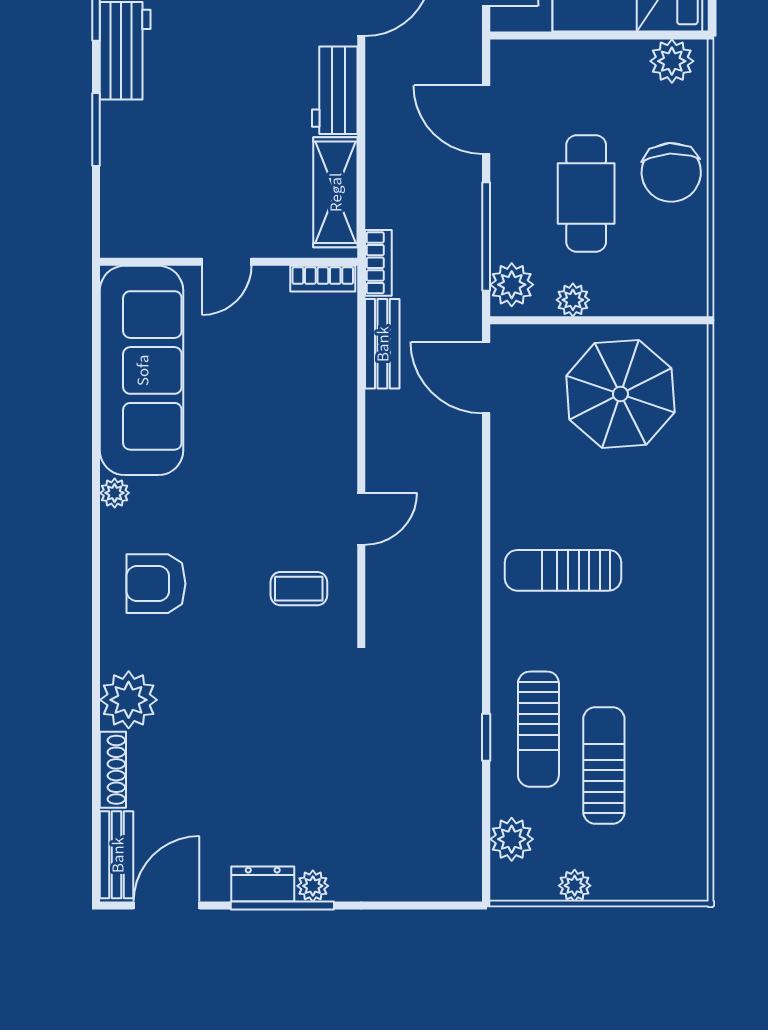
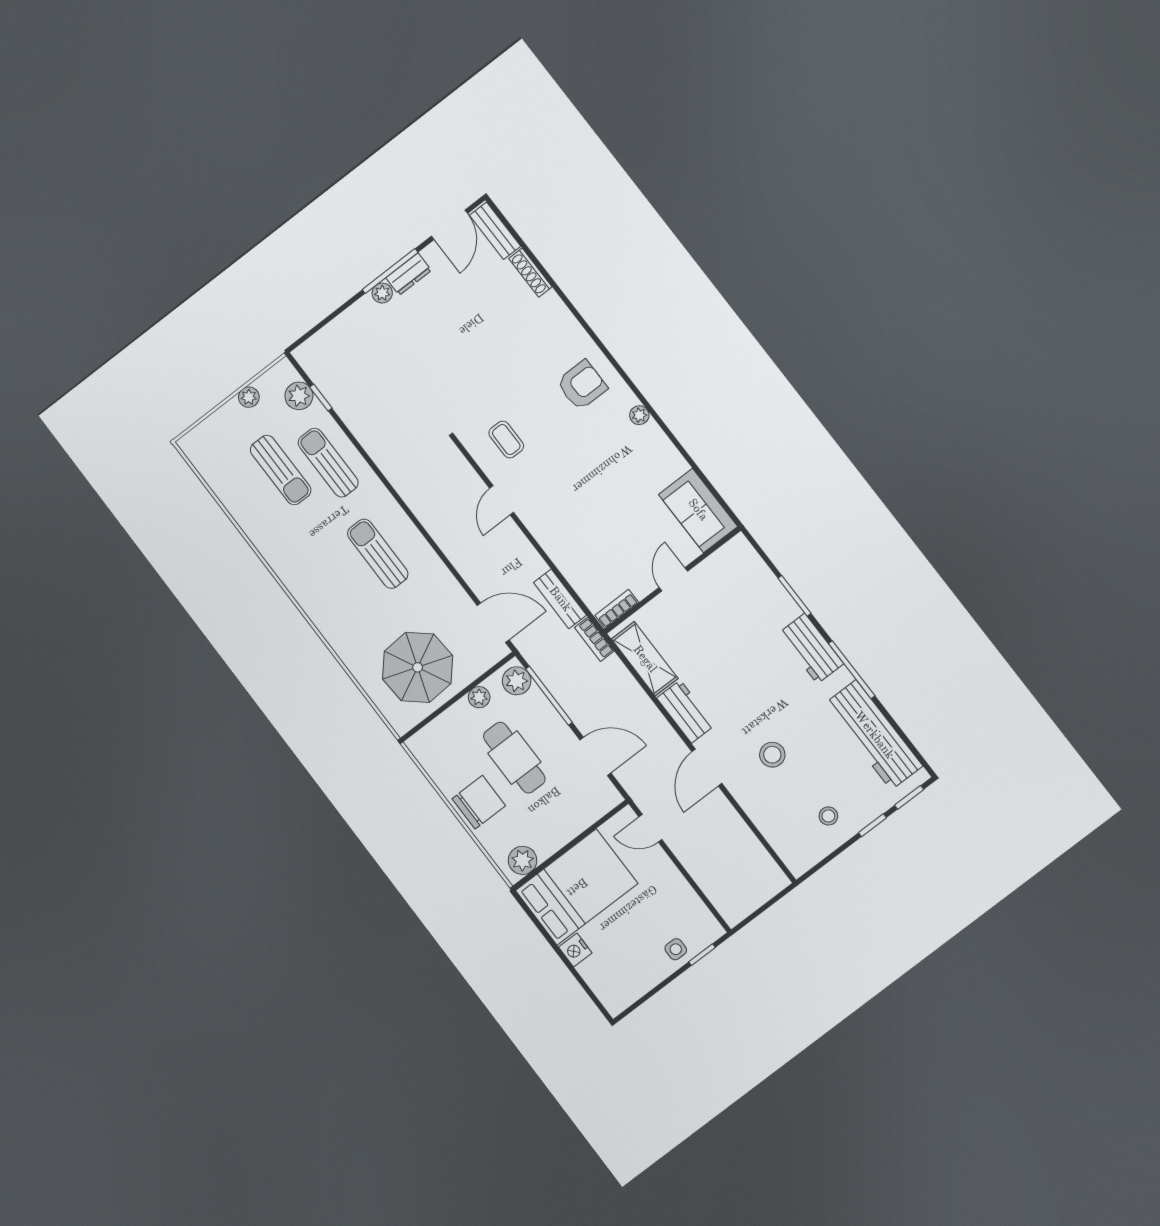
chair: (671, 172) -> (479, 802), turned 93
sofa: (142, 370) -> (698, 510), width x0.54, depth x0.79
sun lounger: (563, 570) -> (378, 554), turned -90
coffee table: (299, 589) -> (506, 440), turned 90
plant: (129, 700) -> (550, 315), removed
window: (486, 737) -> (321, 398), moved

